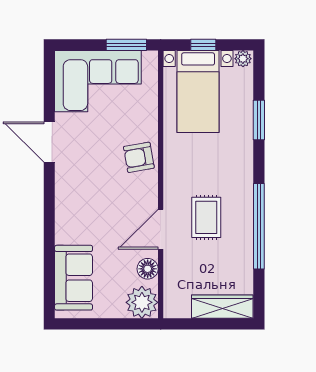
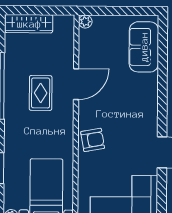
floor lamp: (148, 269) -> (86, 53), removed
plant: (142, 302) -> (85, 22), width x0.53, depth x0.53

